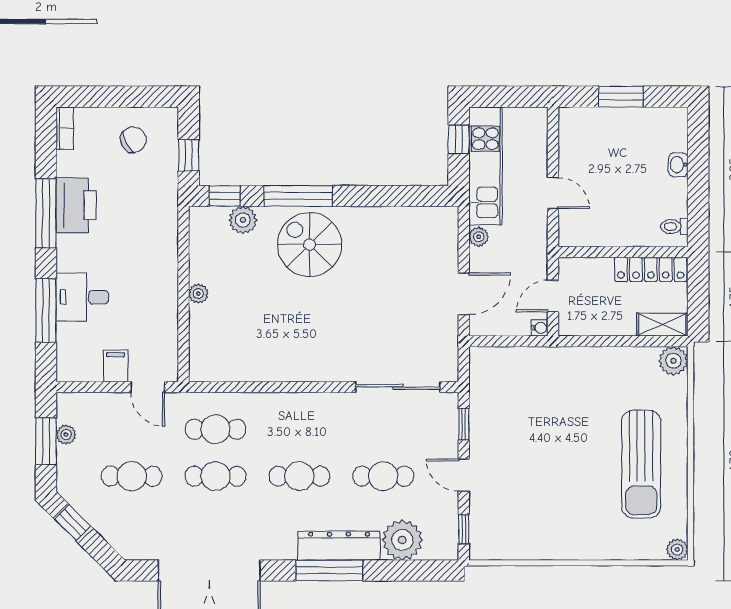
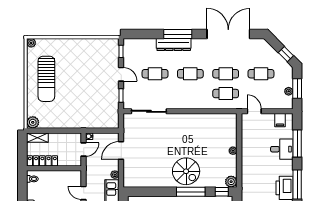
plant: (243, 220) -> (231, 182), moved
filing cabinet: (116, 366) -> (280, 120), moved
sun lounger: (641, 464) -> (46, 79), turned 180
plant: (402, 540) -> (147, 47), removed

